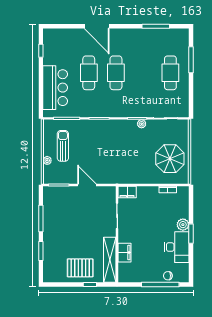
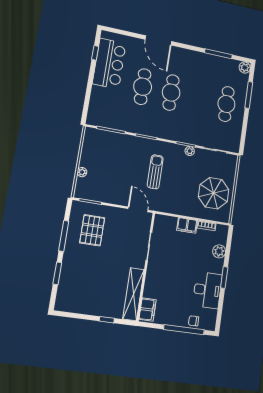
plant: (183, 34) -> (245, 68), added
bar counter: (55, 88) -> (109, 64), moved
sun lounger: (63, 146) -> (155, 172), moved
door: (87, 185) -> (138, 209), moved
filing cabinet: (127, 192) -> (187, 225), moved
plant: (183, 225) -> (219, 251), moved
filing cabinet: (124, 253) -> (148, 309), moved
pallet: (80, 268) -> (92, 230), moved, turned 90

